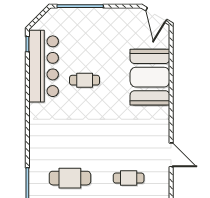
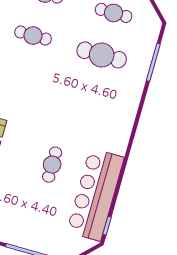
cafe table: (85, 80) -> (52, 165), turned 90

